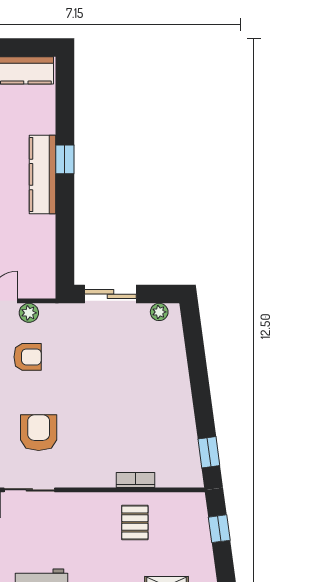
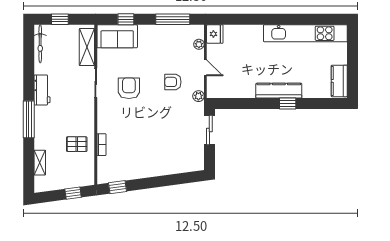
plant: (159, 312) -> (199, 158), removed
plant: (29, 313) -> (198, 96), moved
armchair: (28, 357) -> (173, 82), turned 90
armchair: (39, 433) -> (129, 88), turned -90

